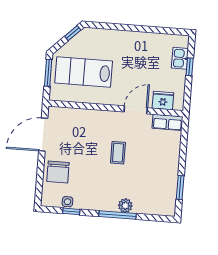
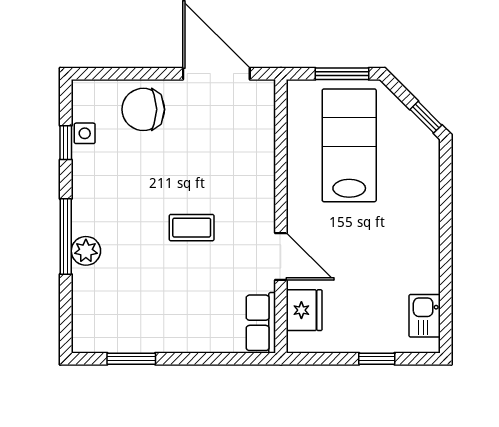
kitchen sink: (180, 58) -> (425, 316), moved, turned -90

